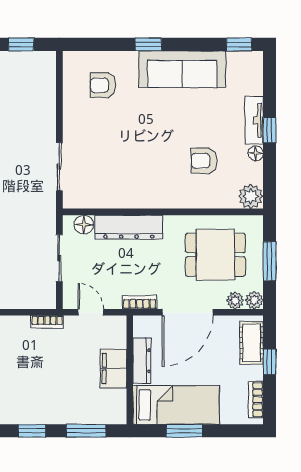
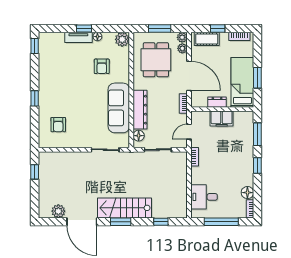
sofa: (182, 69) -> (119, 108), moved, turned 180
dresser: (142, 361) -> (217, 102), width x0.70

